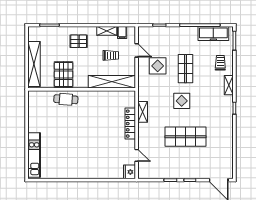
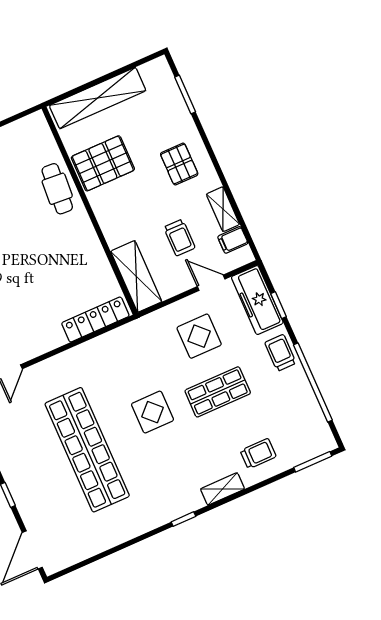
freezer: (213, 33) -> (257, 300), moved
trolley: (181, 34) -> (280, 353), added
door: (137, 50) -> (211, 283), swing flipped
shelving: (112, 82) -> (136, 276), width x0.68
shelving: (143, 112) -> (98, 346), removed
locker: (130, 124) -> (95, 319), moved
shop shelf: (186, 137) -> (87, 450), width x1.40

